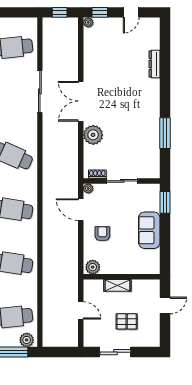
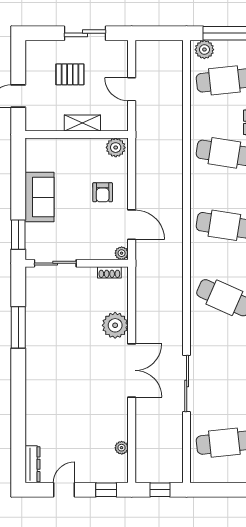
plant: (88, 22) -> (122, 448), moved
dresser: (155, 64) -> (33, 464), moved
sliding door: (122, 181) -> (55, 263), moved

